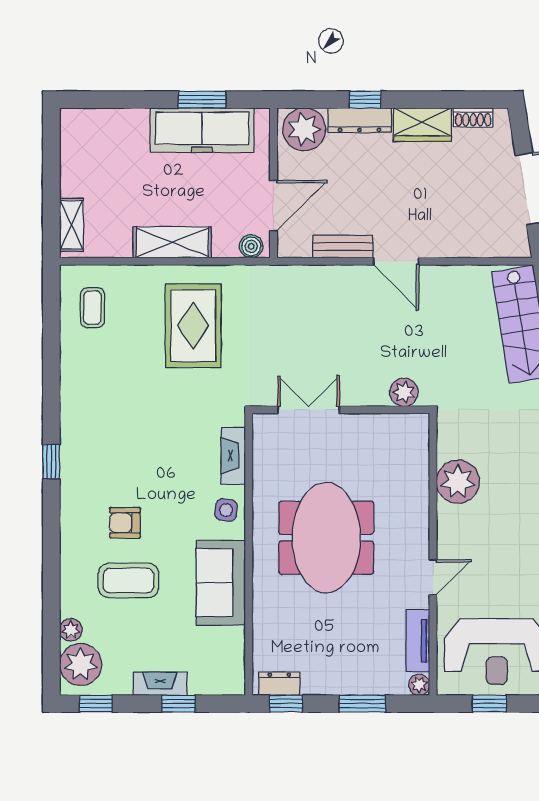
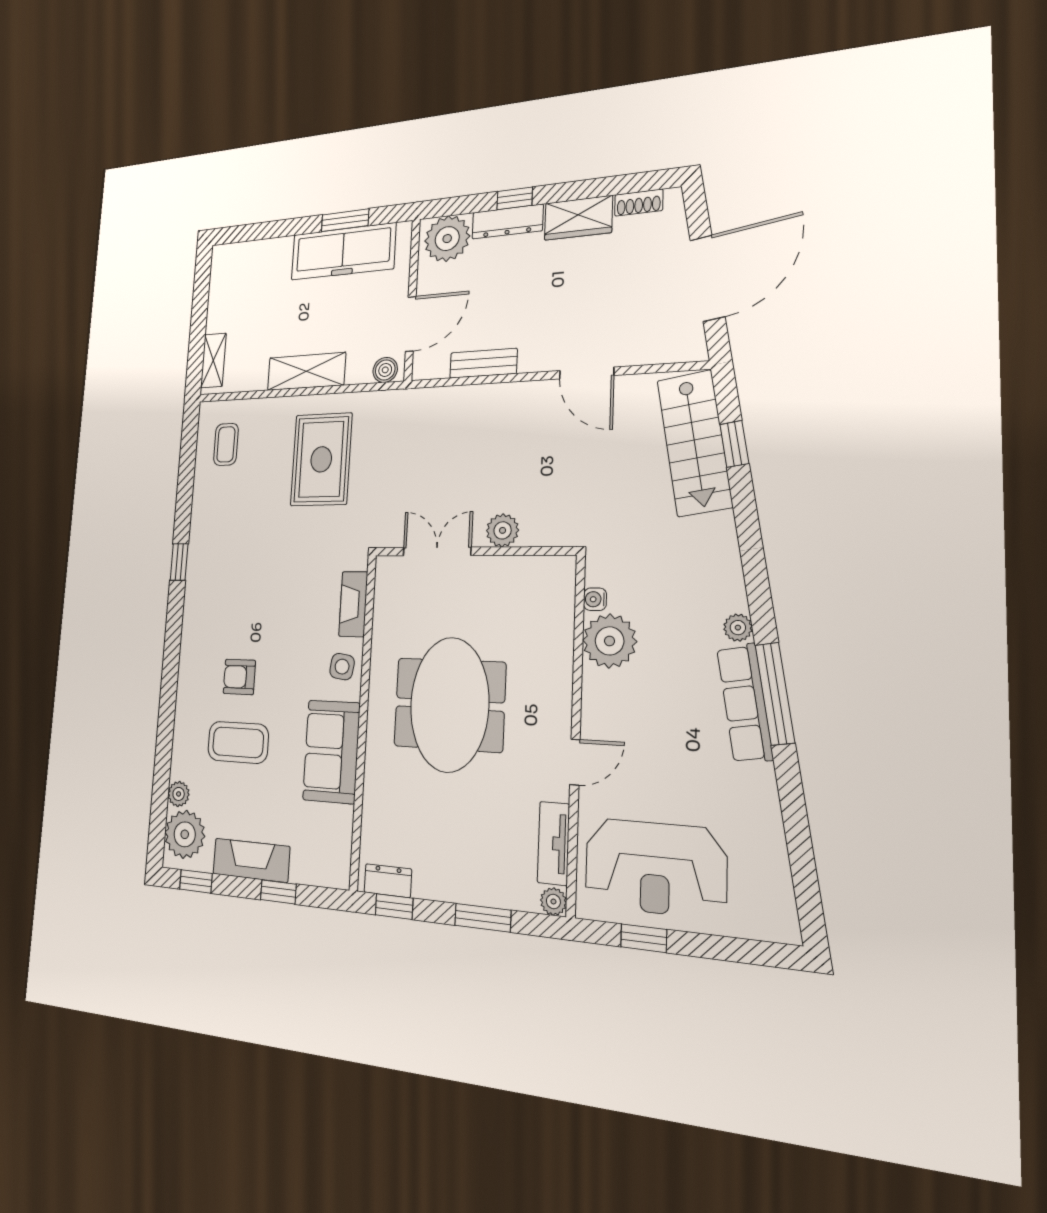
door: (396, 261) -> (587, 373), moved
plant: (404, 392) -> (503, 530), moved
water cooler: (445, 449) -> (595, 599), added
window: (51, 462) -> (179, 562), moved
fireplace: (160, 684) -> (251, 860), width x1.37, depth x1.32

